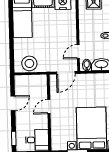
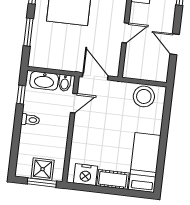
door: (66, 73) -> (95, 76), hinge flipped
door: (13, 103) -> (175, 44), hinge flipped

